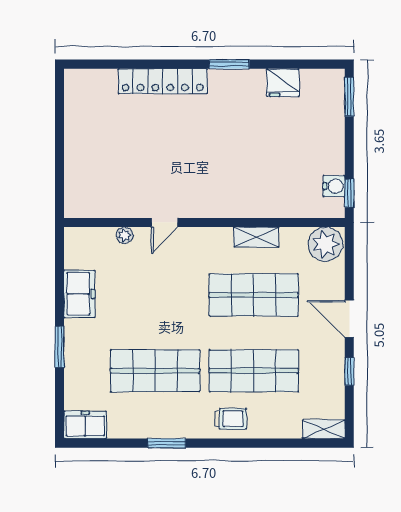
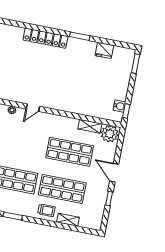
shelving: (256, 237) -> (90, 126), moved
shelving: (324, 429) -> (68, 220), moved

